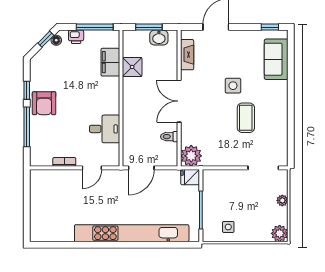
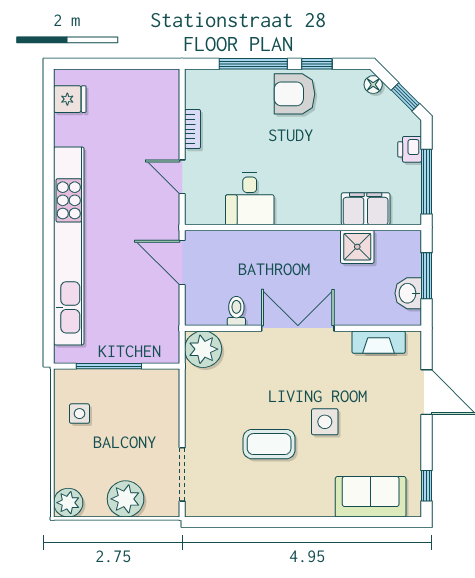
floor lamp: (56, 40) -> (373, 85), moved
fridge: (190, 177) -> (70, 99), moved, turned 90
plant: (282, 200) -> (126, 499), width x1.87, depth x1.87

